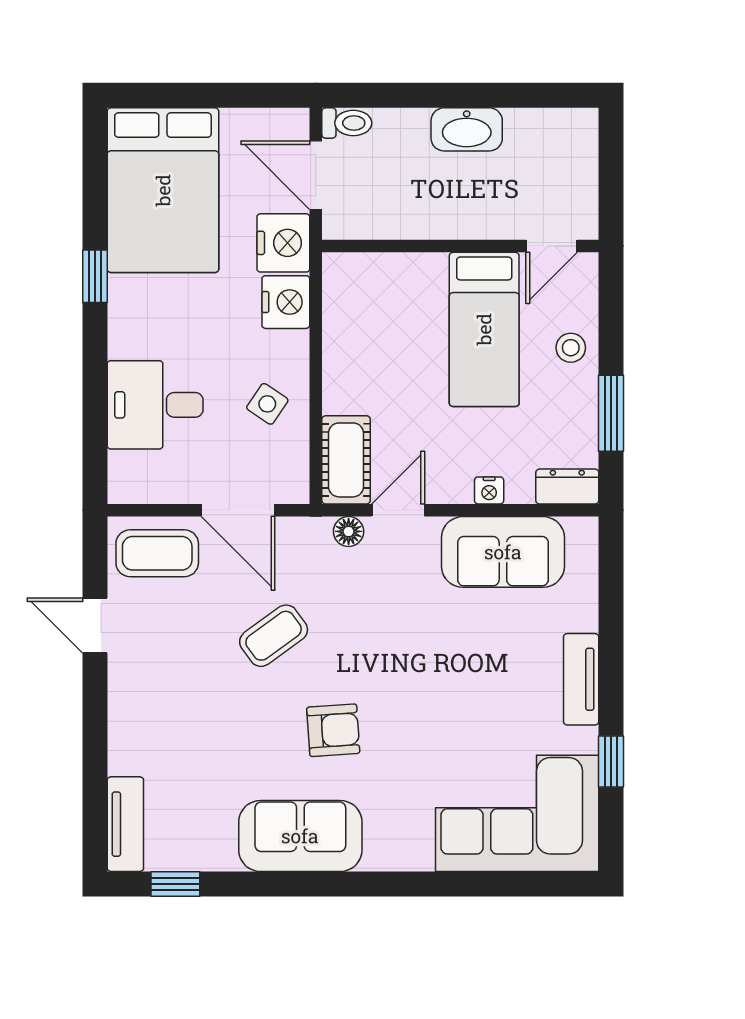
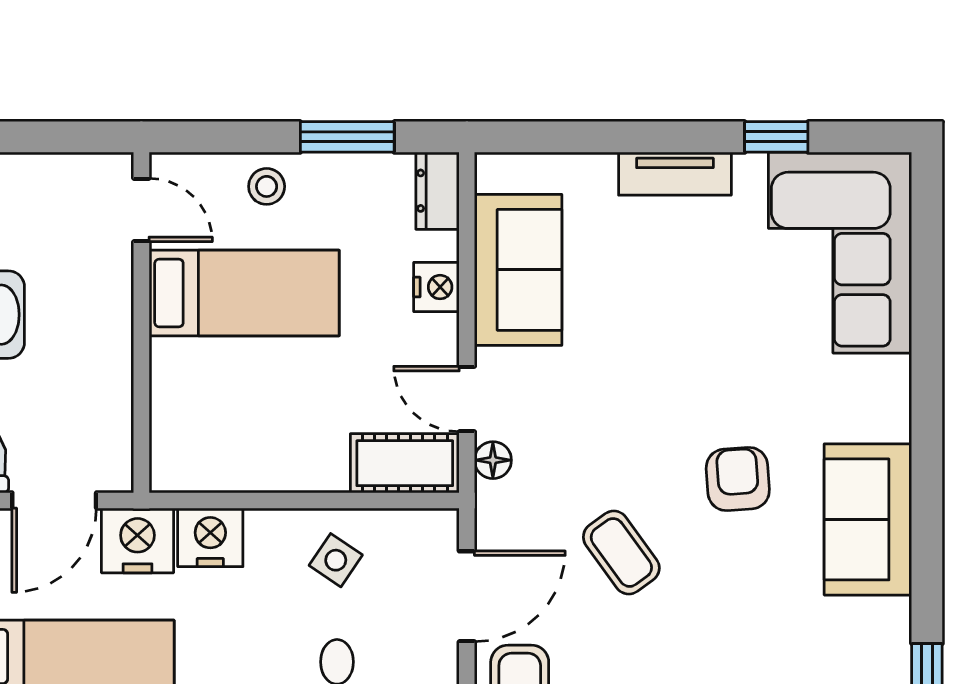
nightstand: (489, 490) -> (436, 287), width x1.39, depth x1.35

